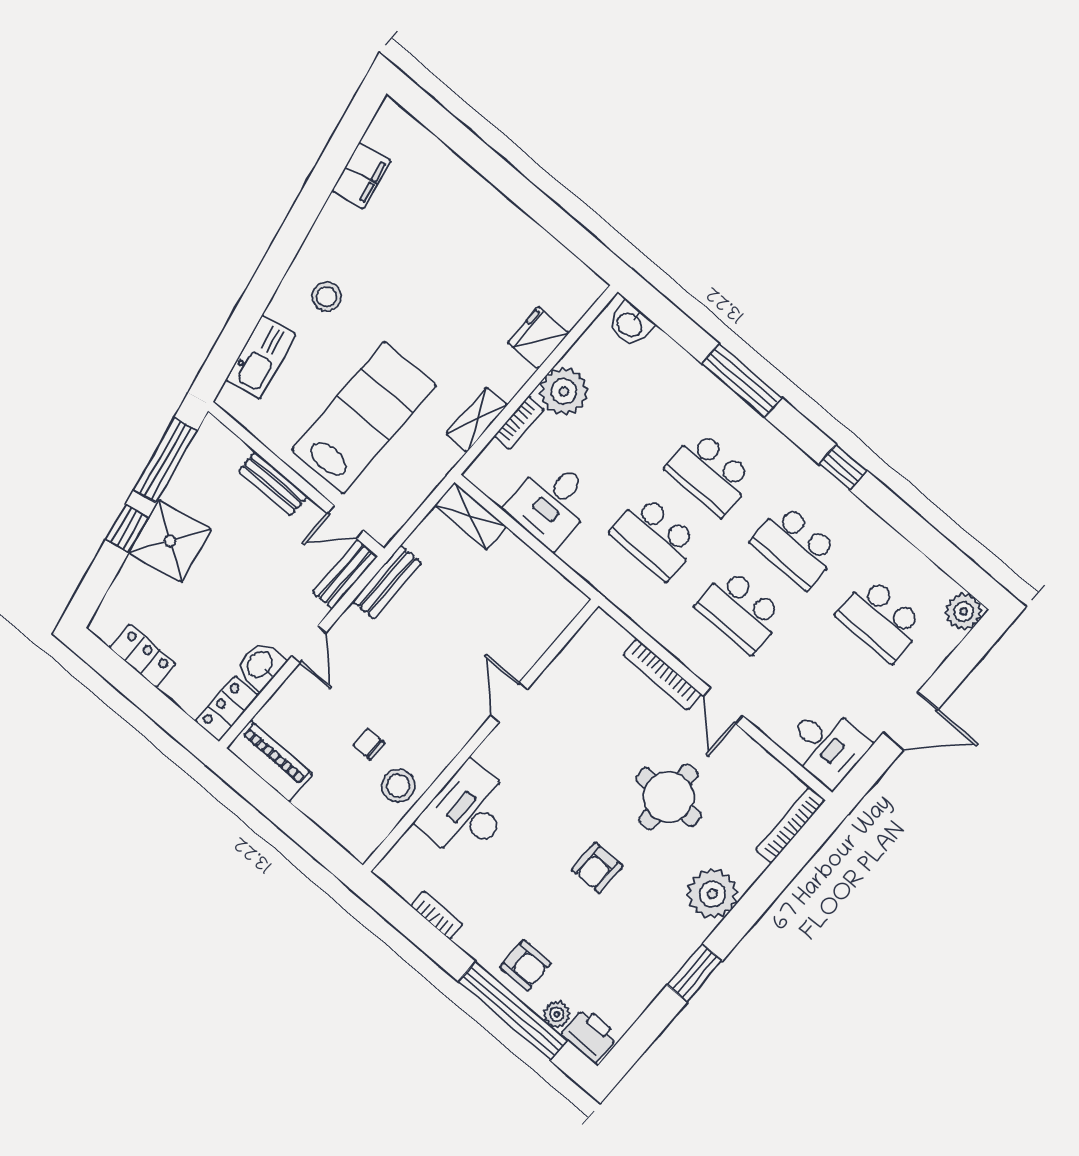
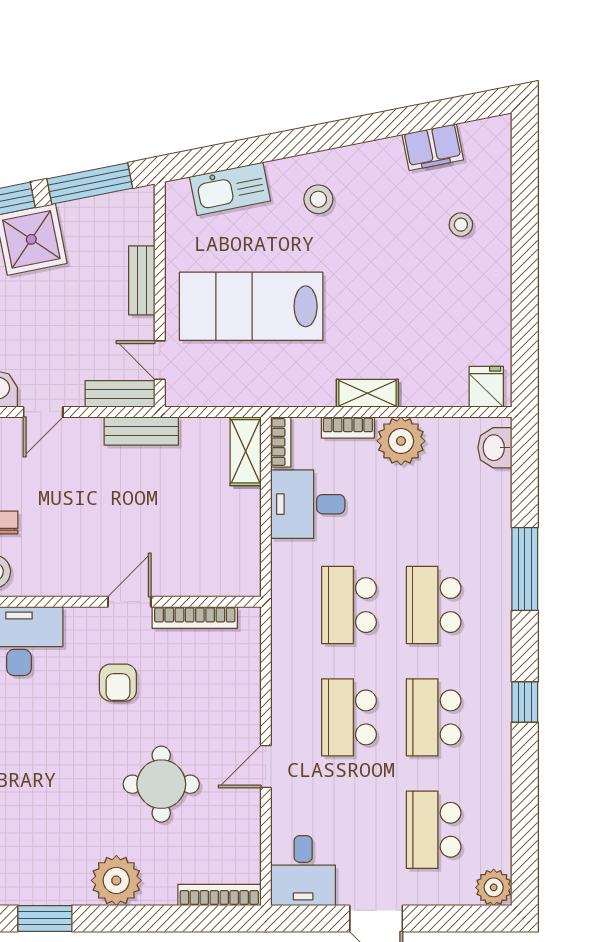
stool: (438, 205) -> (461, 225), added
fridge: (538, 338) -> (486, 387), moved, width x0.72
lab bench: (364, 417) -> (251, 306), turned 180
shelving: (477, 420) -> (367, 393), moved
bookcase: (486, 483) -> (281, 442), added
bookcase: (662, 675) -> (195, 617), moved, turned -90
armchair: (597, 868) -> (118, 683), moved, turned -90

